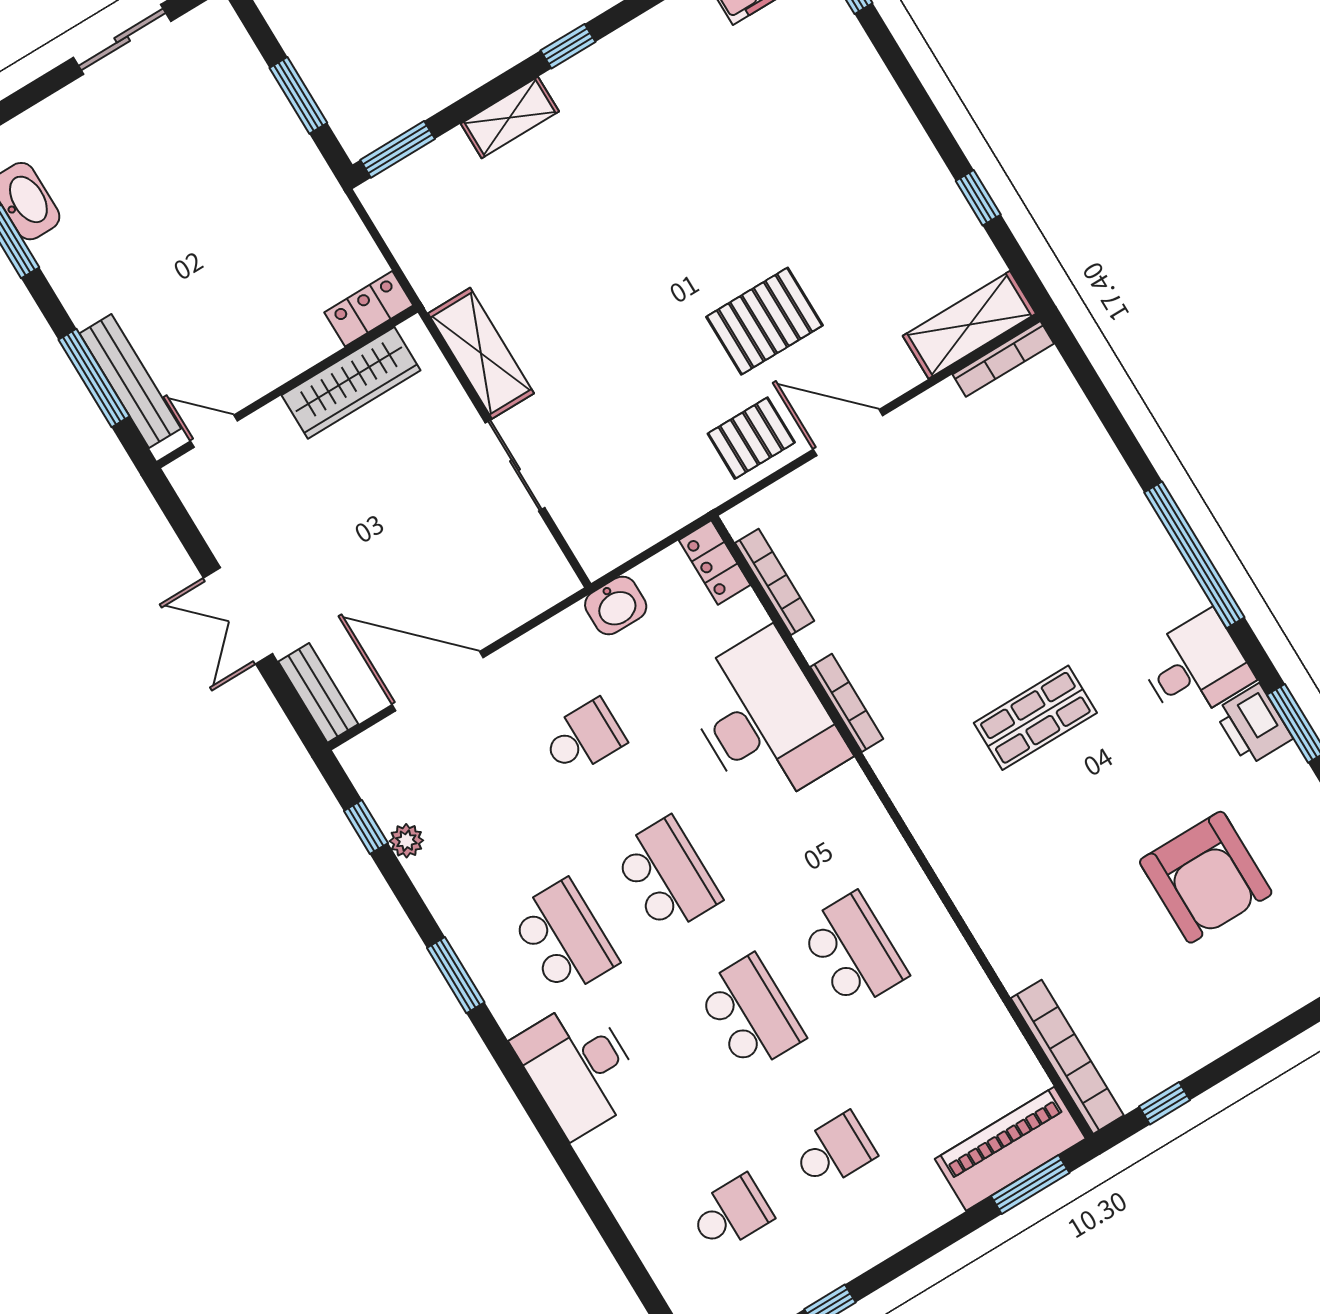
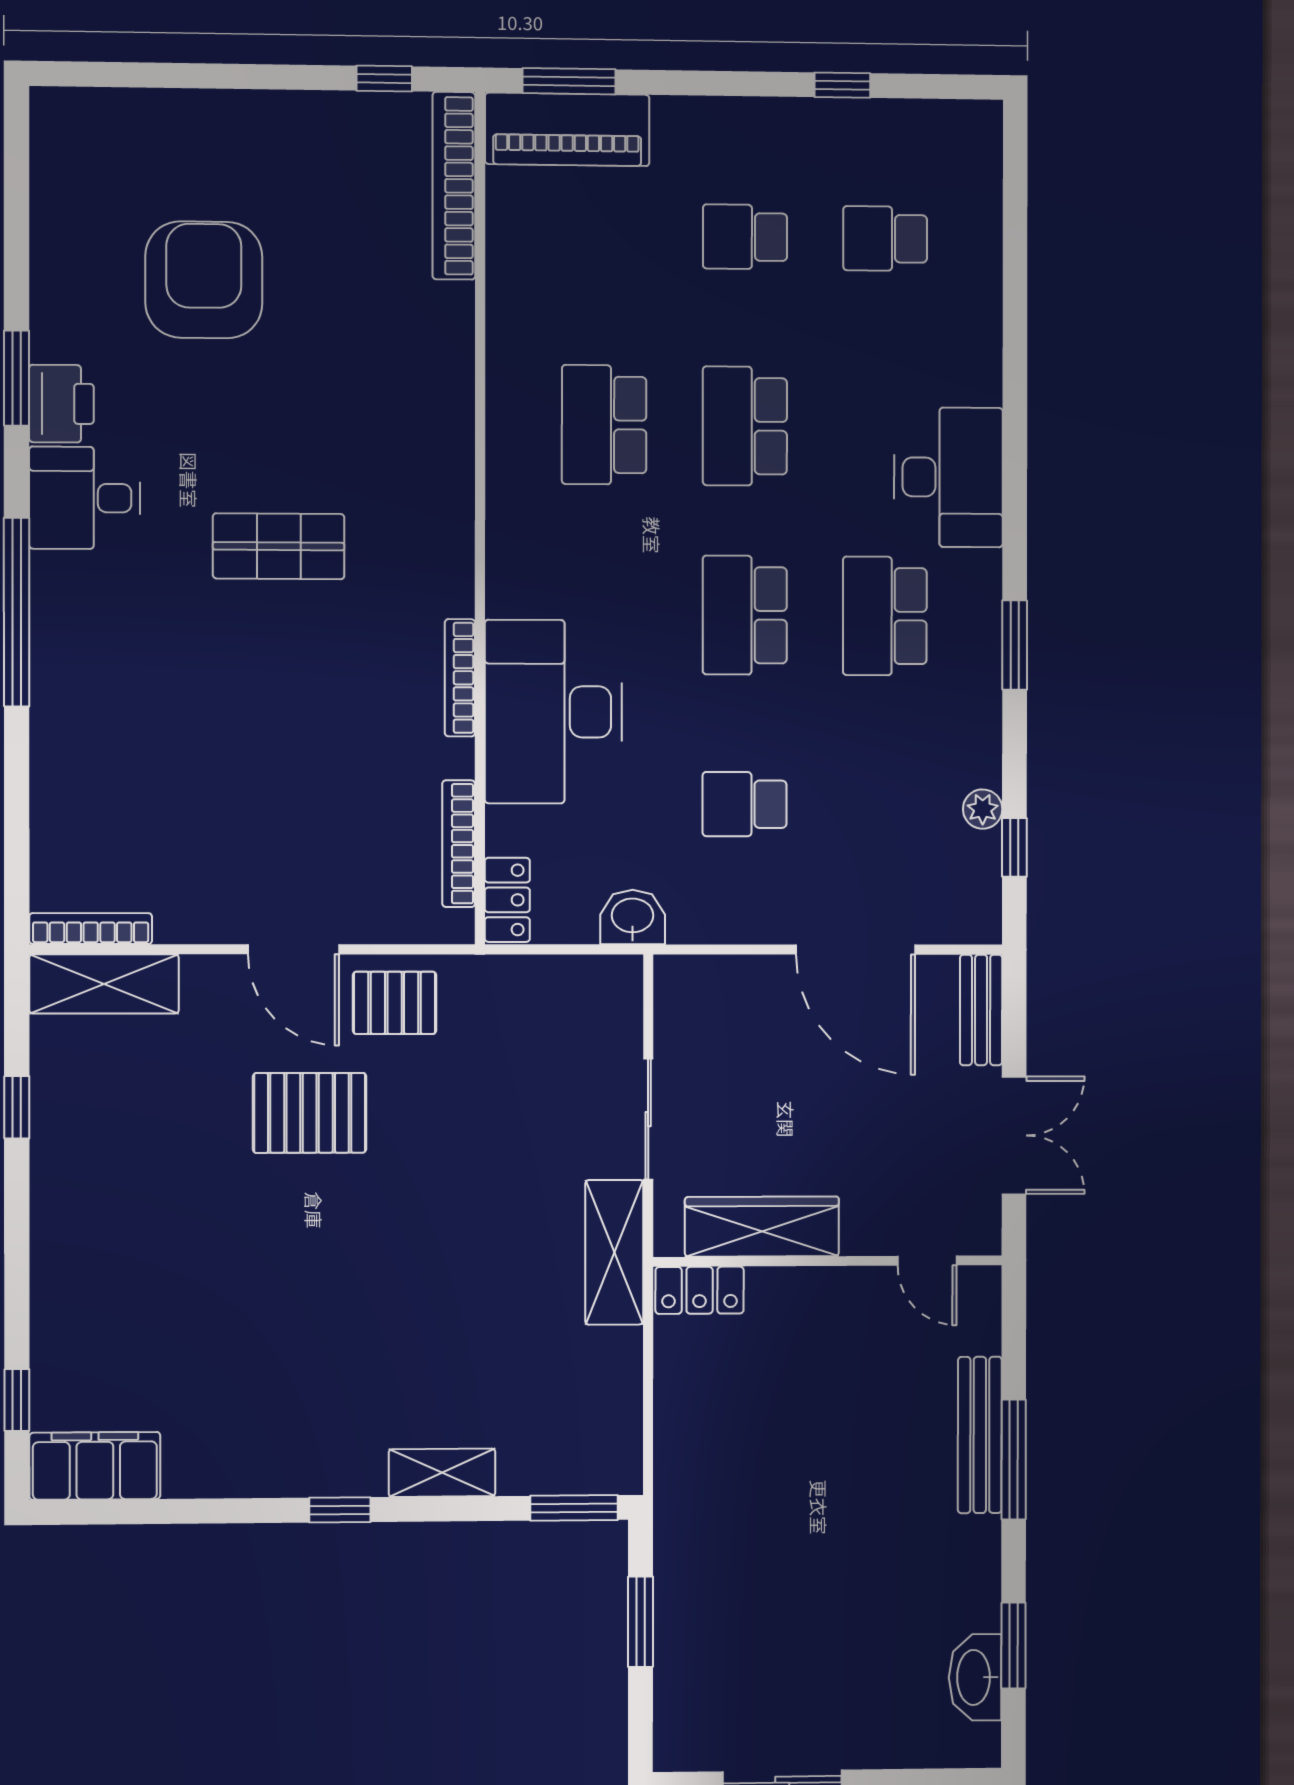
locker: (369, 309) -> (700, 1290), moved
wardrobe: (351, 383) -> (762, 1227), moved
wall: (287, 387) -> (828, 1261), moved
door: (214, 431) -> (927, 1261), moved

